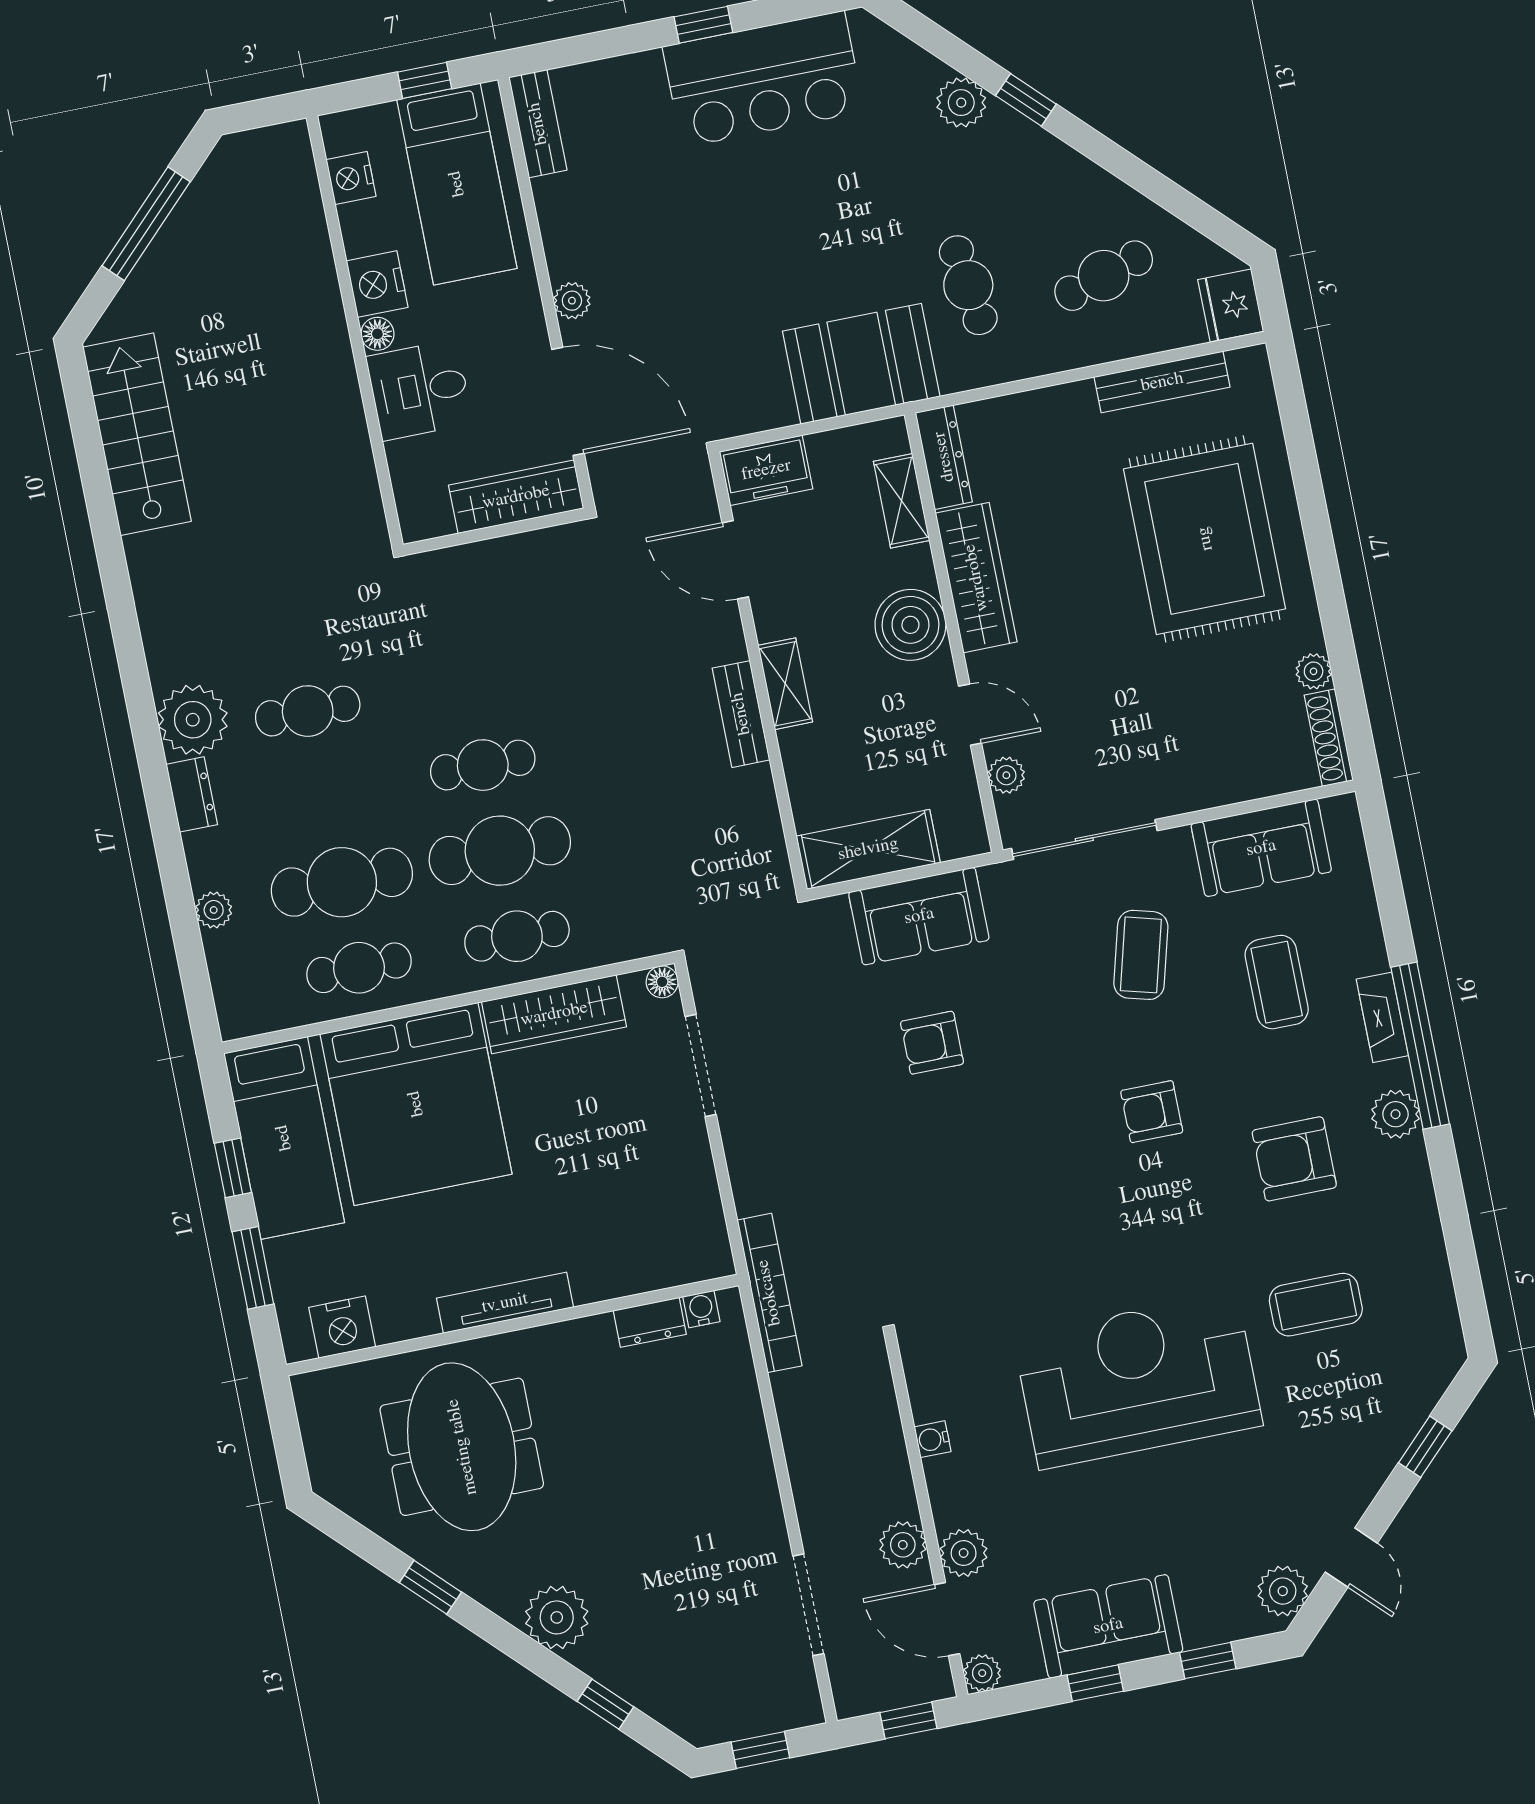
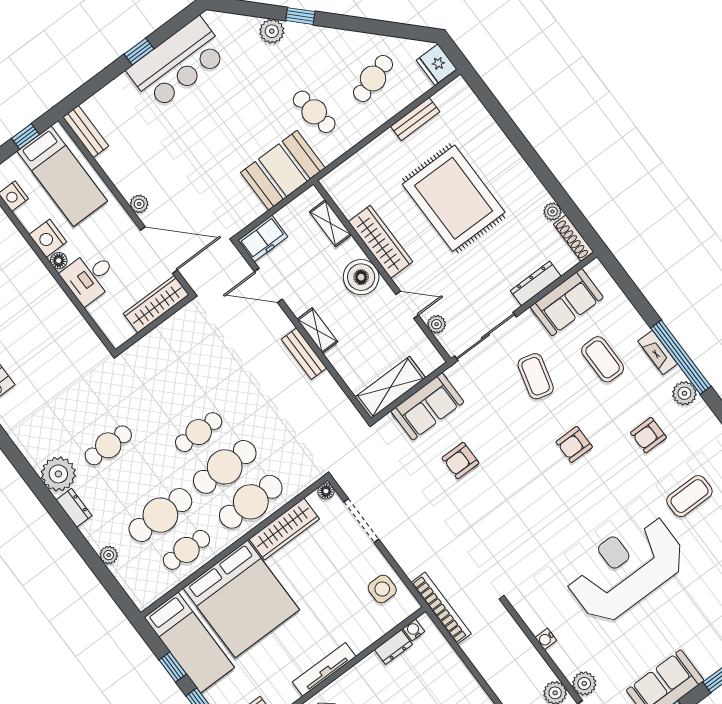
bench: (1162, 382) -> (415, 119), width x0.73
dresser: (944, 457) -> (536, 283), moved, turned -90
rug: (1205, 539) -> (454, 198), moved
cafe table: (517, 936) -> (251, 502), width x1.37, depth x1.35
armchair: (1294, 1159) -> (648, 435), width x0.72, depth x0.72
side table: (680, 1207) -> (382, 589), added

